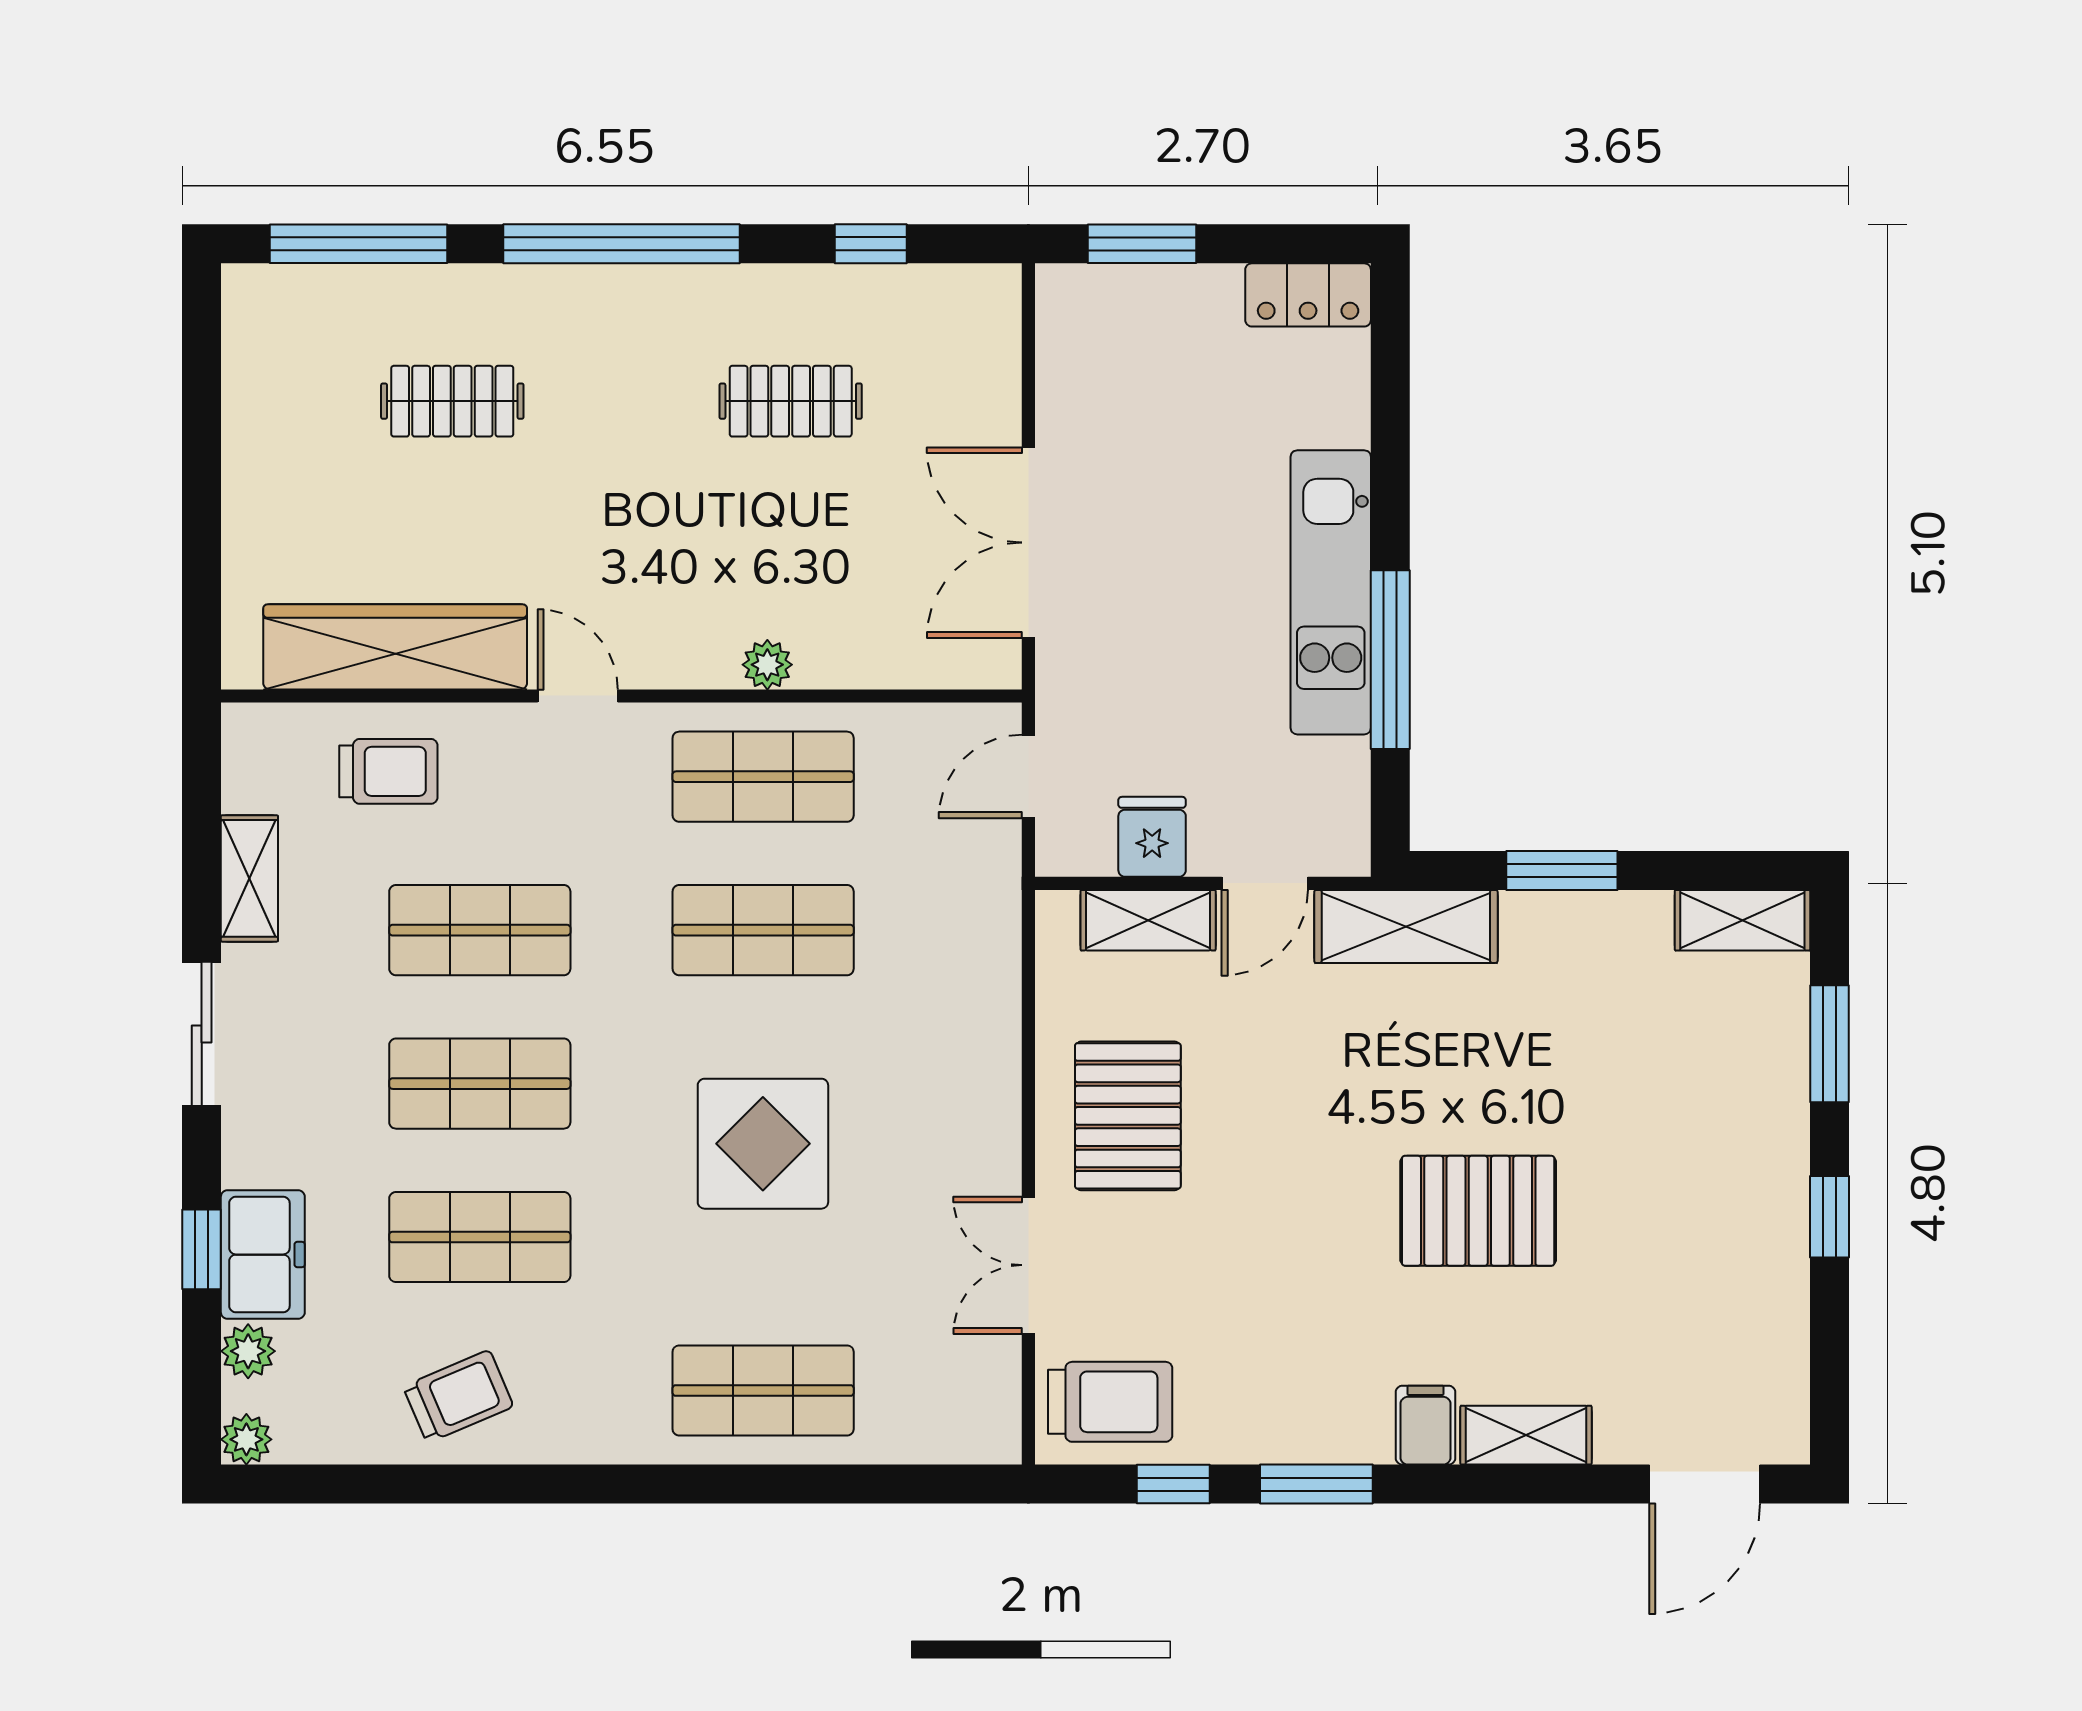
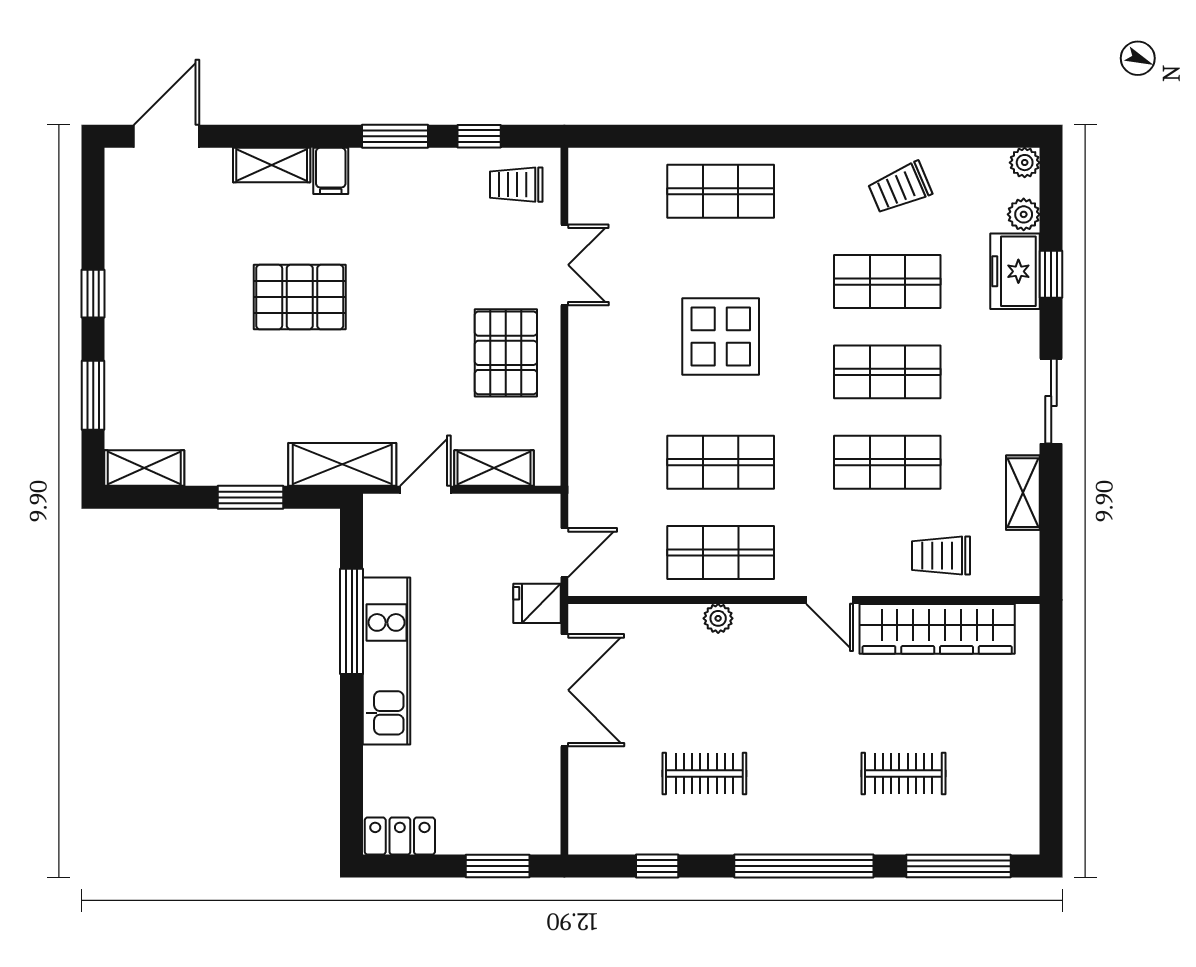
fridge: (1152, 837) -> (537, 603), moved, turned 90
trolley: (1110, 1402) -> (516, 185), width x0.73, depth x0.72

